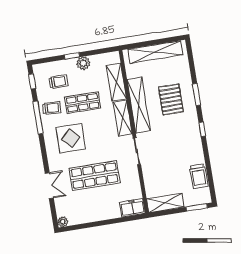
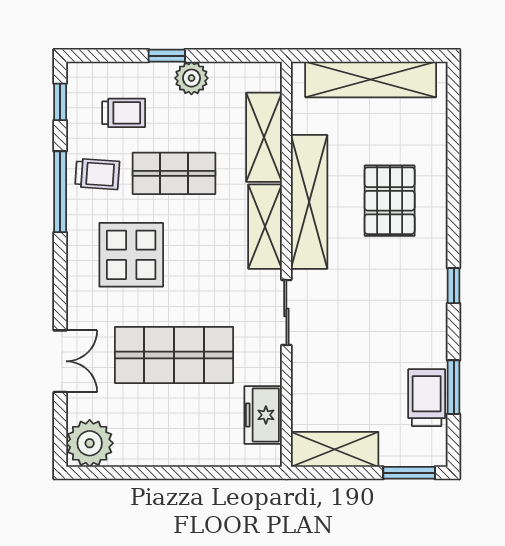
window: (197, 95) -> (454, 387), moved
trolley: (199, 176) -> (427, 398), turned 180
freezer: (132, 208) -> (263, 415), moved, turned -90
plant: (63, 222) -> (90, 443), width x1.87, depth x1.87

